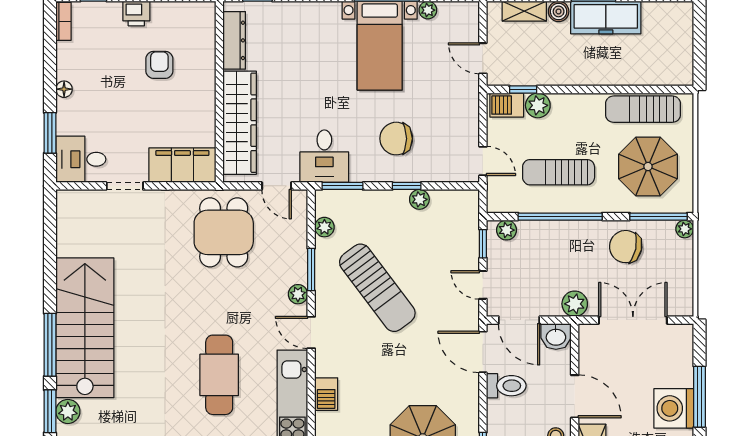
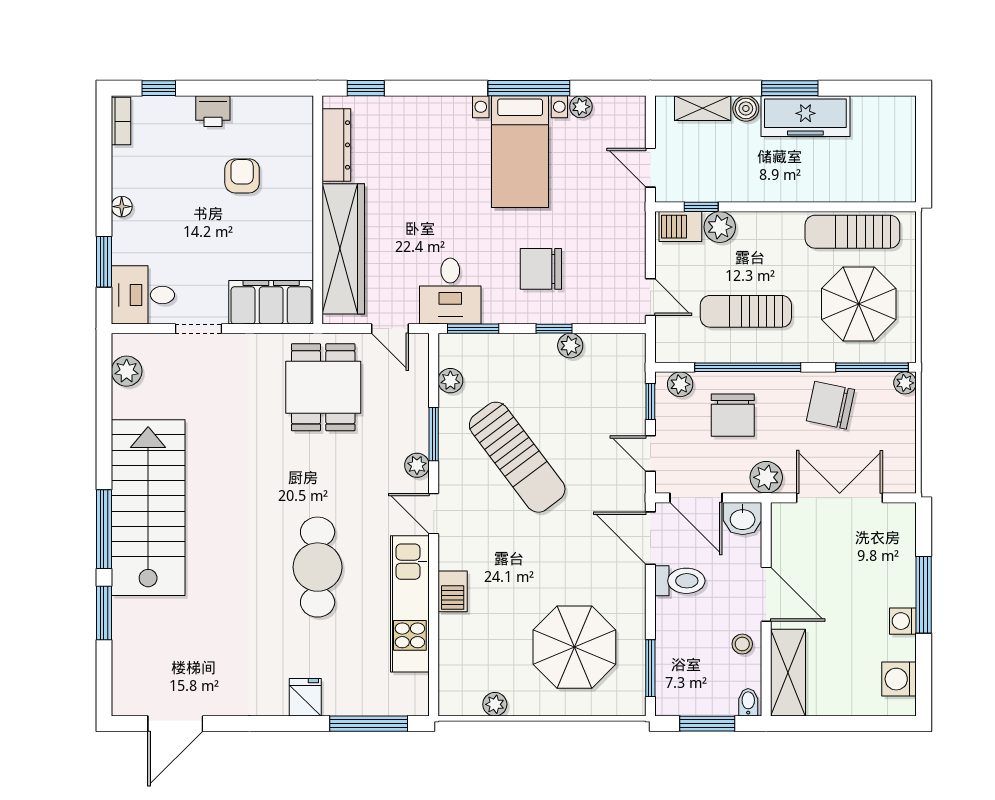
chair: (548, 254) -> (733, 415), added
washing machine: (674, 408) -> (903, 621), width x0.53, depth x0.53
plant: (68, 411) -> (127, 371), moved

